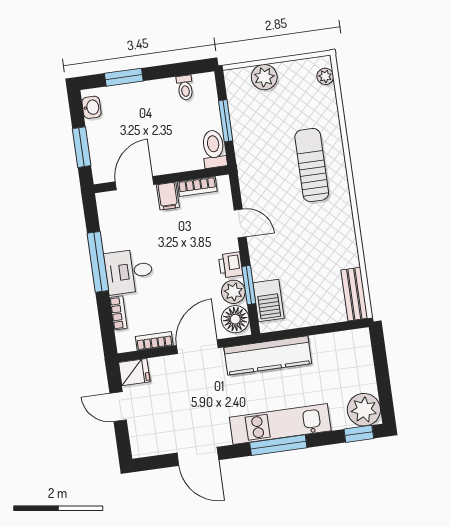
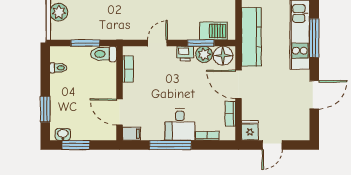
window: (82, 147) -> (76, 145), moved
filing cabinet: (168, 196) -> (132, 134), moved

